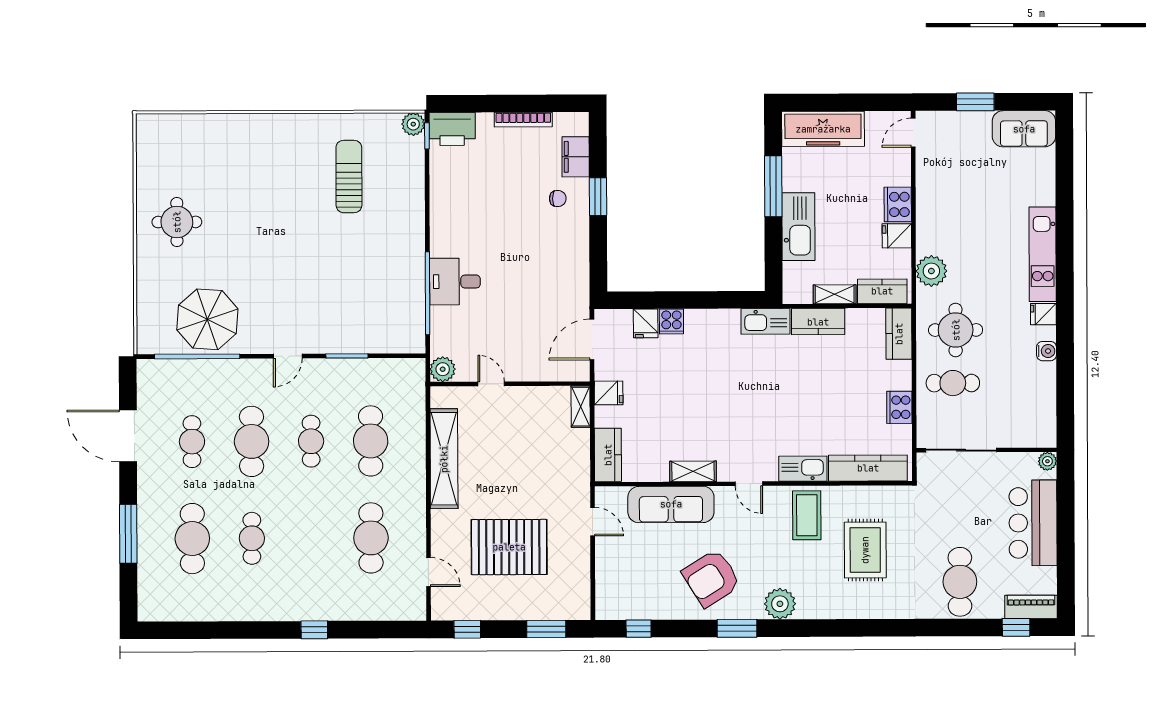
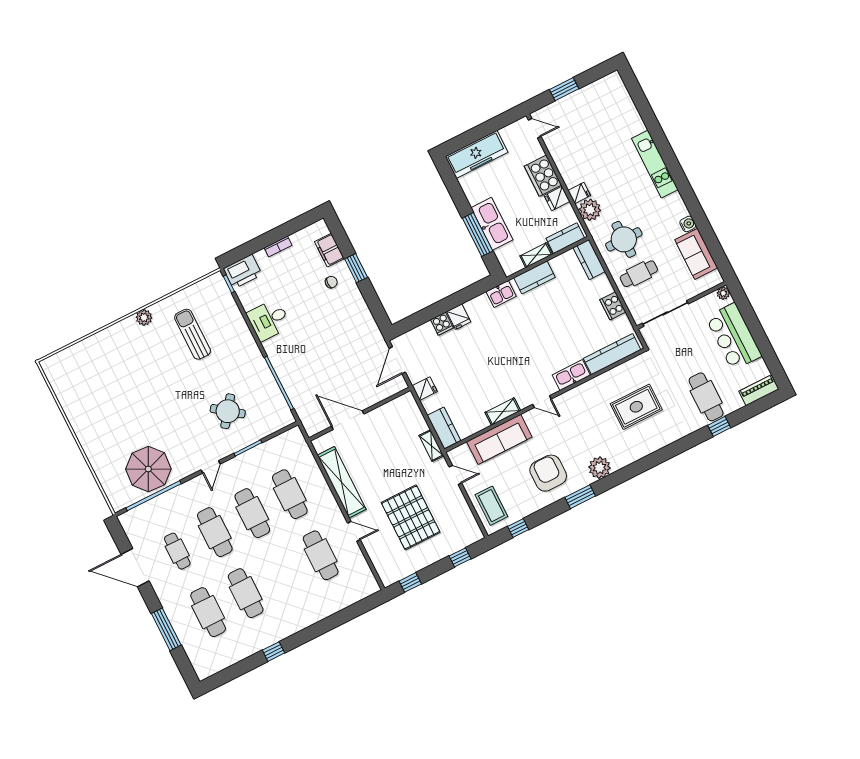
bookcase: (523, 120) -> (278, 247), width x0.64
plant: (413, 124) -> (144, 317), moved
sofa: (1024, 129) -> (696, 254), moved, turned 90
door: (913, 133) -> (535, 128), swing flipped
window: (773, 186) -> (478, 235), moved
cooker: (898, 204) -> (543, 176), width x1.37, depth x1.31
round table: (177, 222) -> (228, 411), moved, turned 37
desk: (455, 282) -> (269, 320), moved
fridge: (1043, 314) -> (579, 193), moved, turned 180
kitchen sink: (765, 321) -> (501, 294), width x0.73
fridge: (646, 323) -> (459, 317), moved
plant: (443, 369) -> (313, 426), removed
door: (491, 384) -> (348, 420), width x1.88
shelving: (581, 407) -> (431, 446), moved
cafe table: (311, 441) -> (252, 513), width x1.37, depth x1.35
coffee table: (807, 515) -> (491, 506), moved
cafe table: (252, 538) -> (246, 593), width x1.37, depth x1.35
pallet: (509, 547) -> (411, 517), turned 90
rug: (865, 550) -> (636, 407), turned 90
door: (428, 572) -> (354, 531), moved
armchair: (711, 578) -> (548, 473), turned 122
window: (1016, 627) -> (719, 426), moved
window: (546, 629) -> (460, 557), width x0.67
window: (314, 630) -> (274, 652), moved

